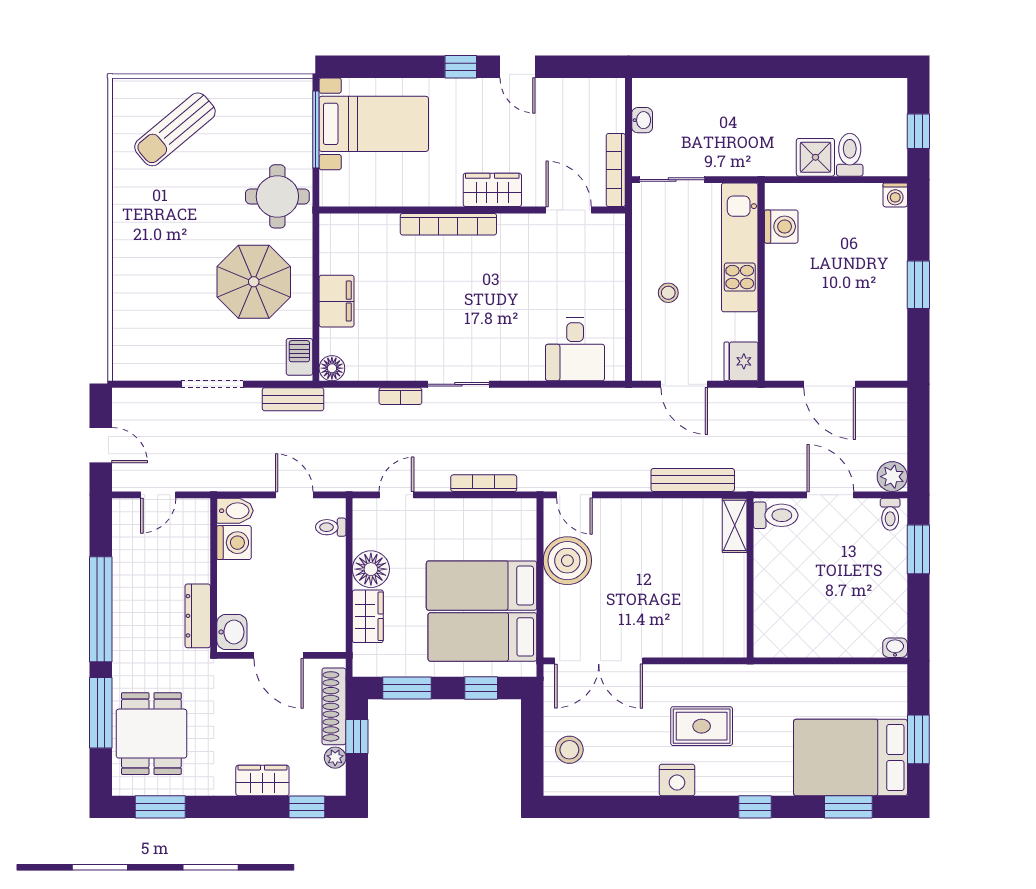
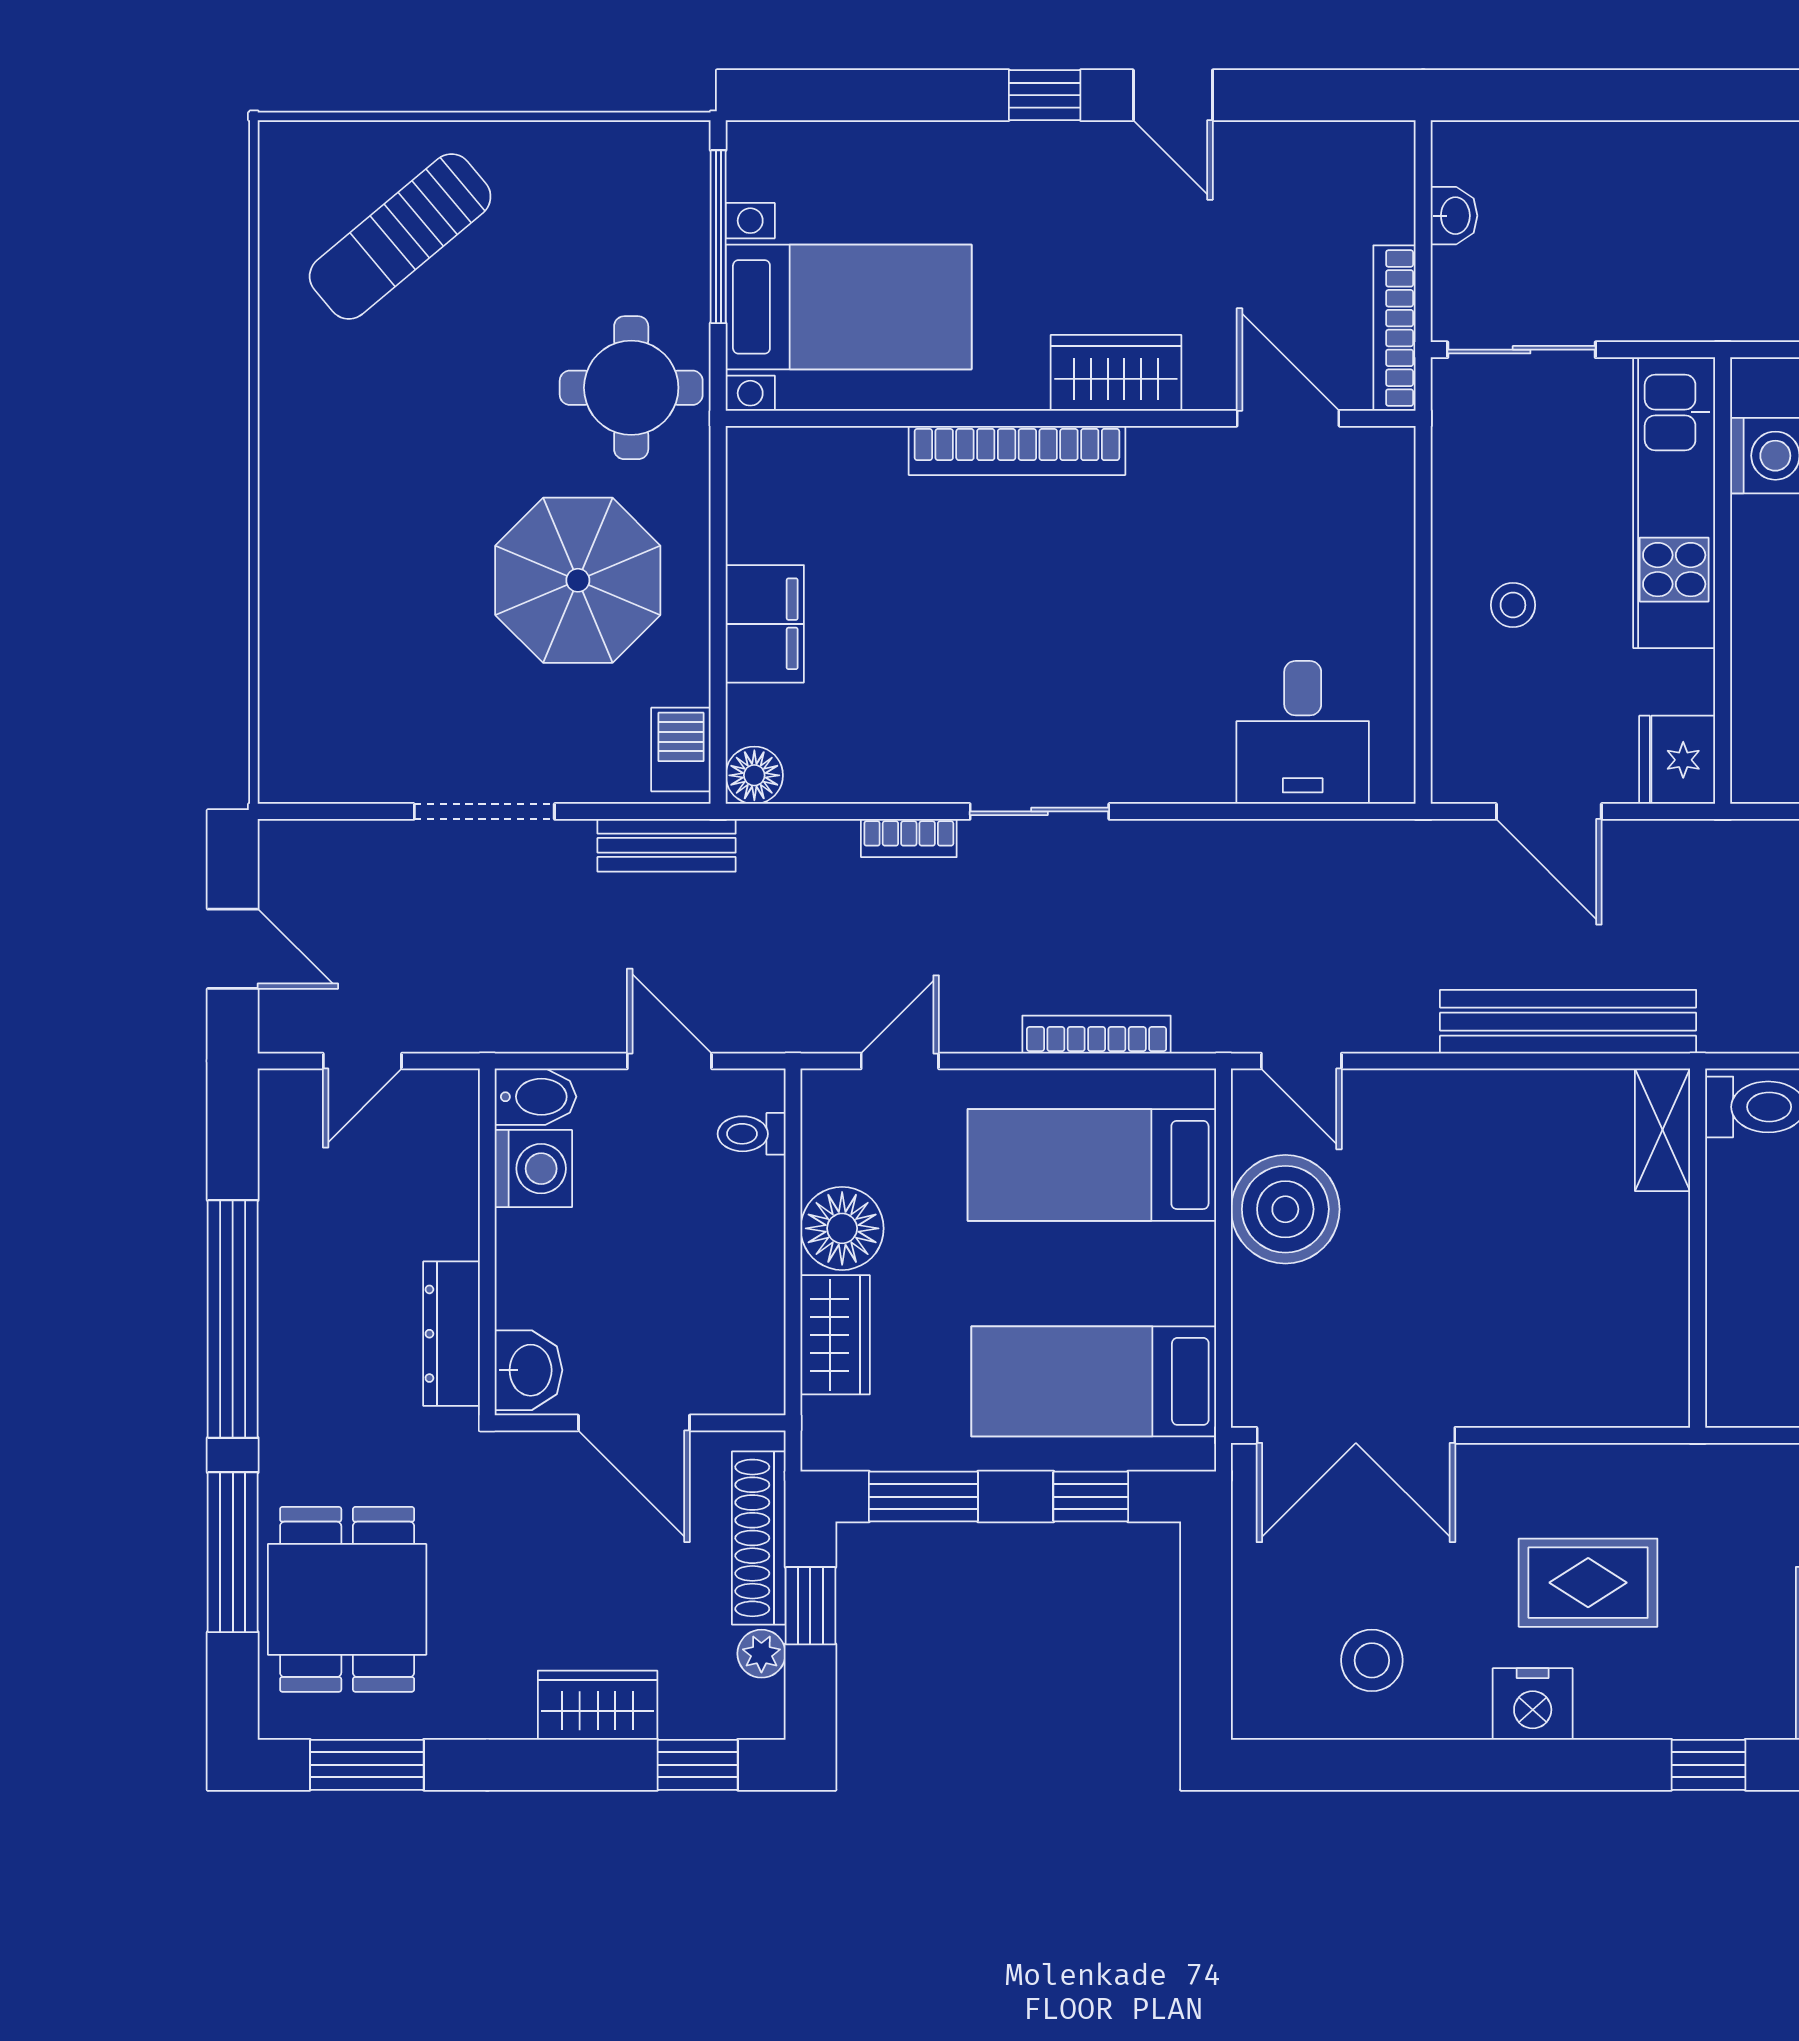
bed with nightstands: (374, 124) -> (849, 307), moved
bench: (693, 480) -> (1568, 1022), width x1.37, depth x1.21
bed: (482, 586) -> (1092, 1165), moved
stool: (569, 750) -> (1372, 1660), moved

